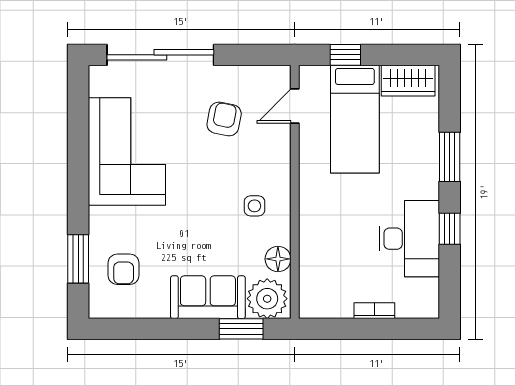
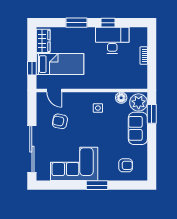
window: (78, 259) -> (97, 185), moved

